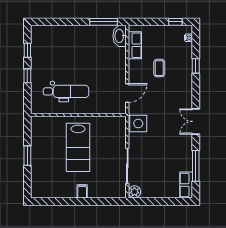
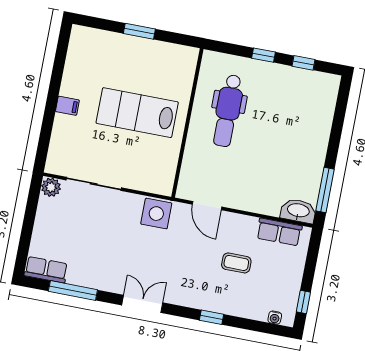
window: (196, 66) -> (211, 317), moved

